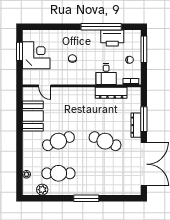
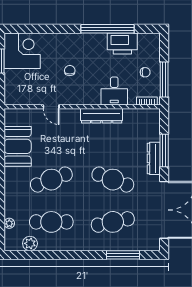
window: (144, 49) -> (164, 79), moved
corner desk: (36, 55) -> (22, 51), moved
door: (45, 86) -> (51, 107), moved
dresser: (111, 93) -> (102, 116), moved
cafe table: (105, 173) -> (113, 222), added
window: (86, 198) -> (123, 255), moved

